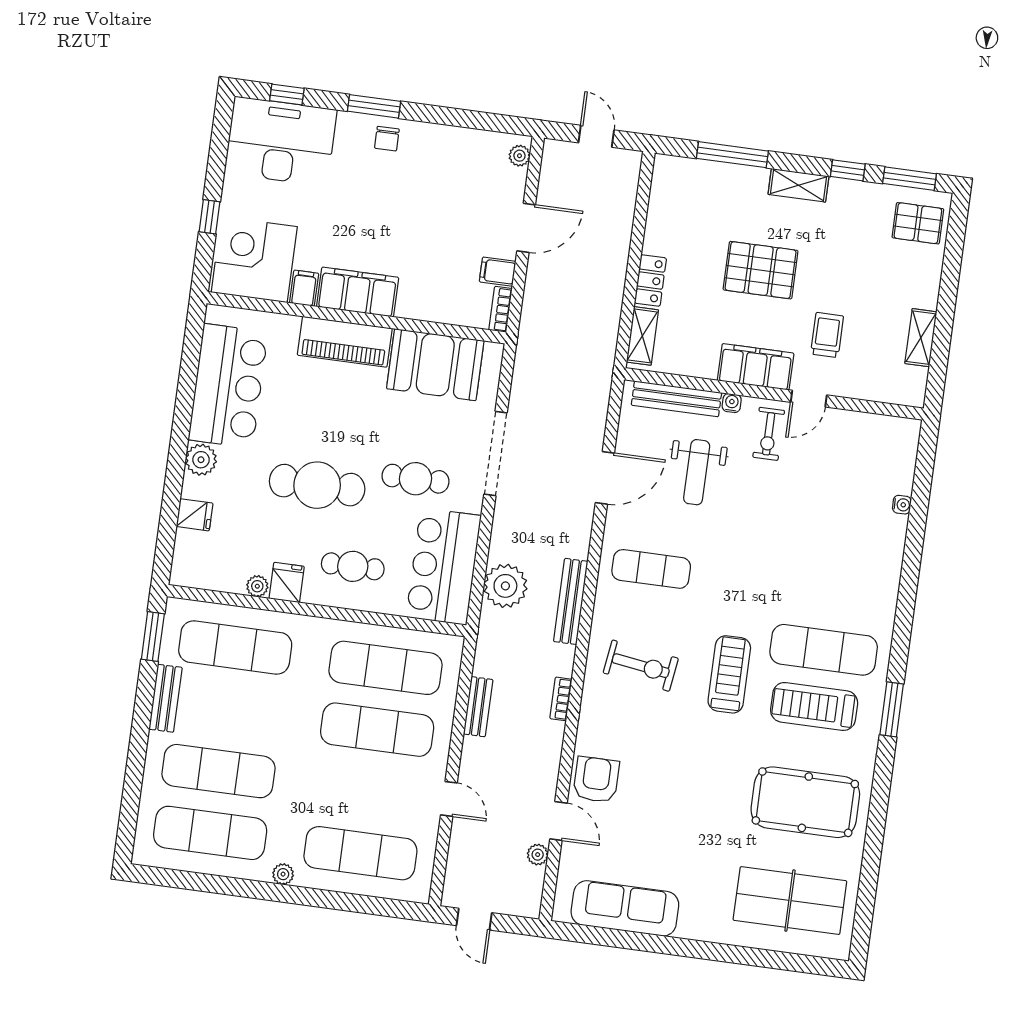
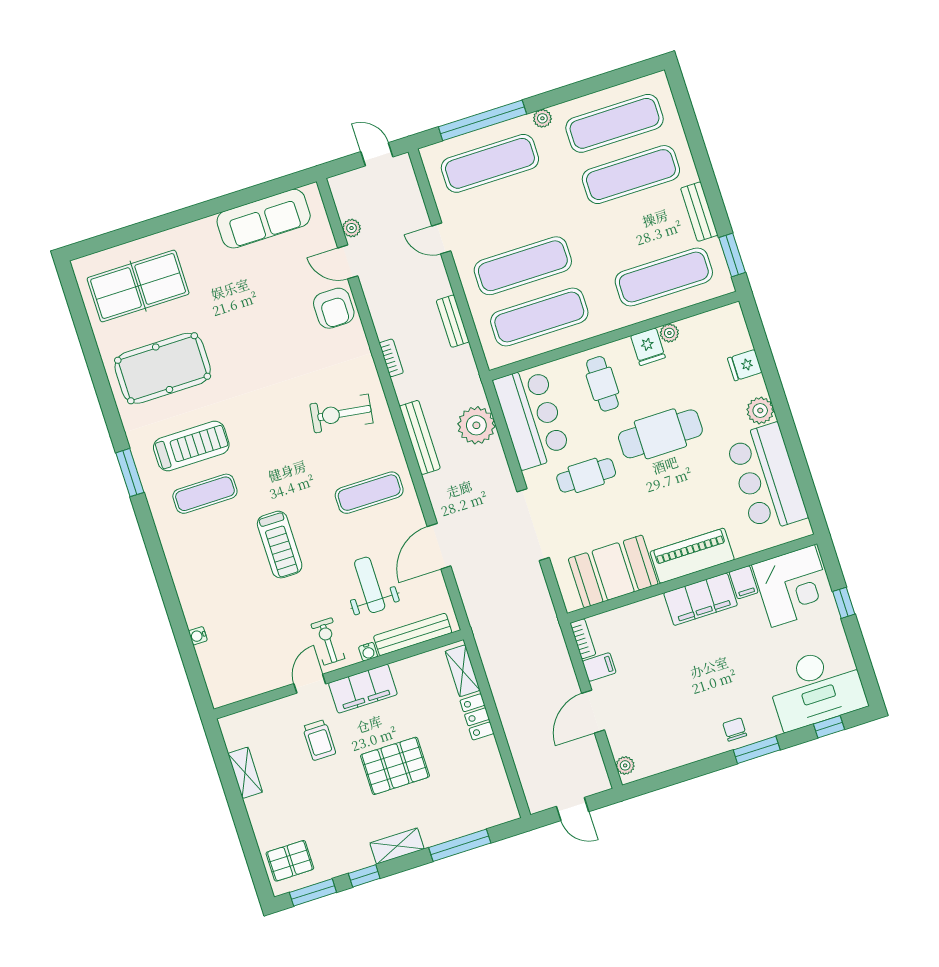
cafe table: (353, 566) -> (602, 384), turned 90
exercise mat: (824, 650) -> (205, 494), width x0.73, depth x0.69
treadmill: (729, 674) -> (280, 545), moved
window: (347, 902) -> (482, 120), added

